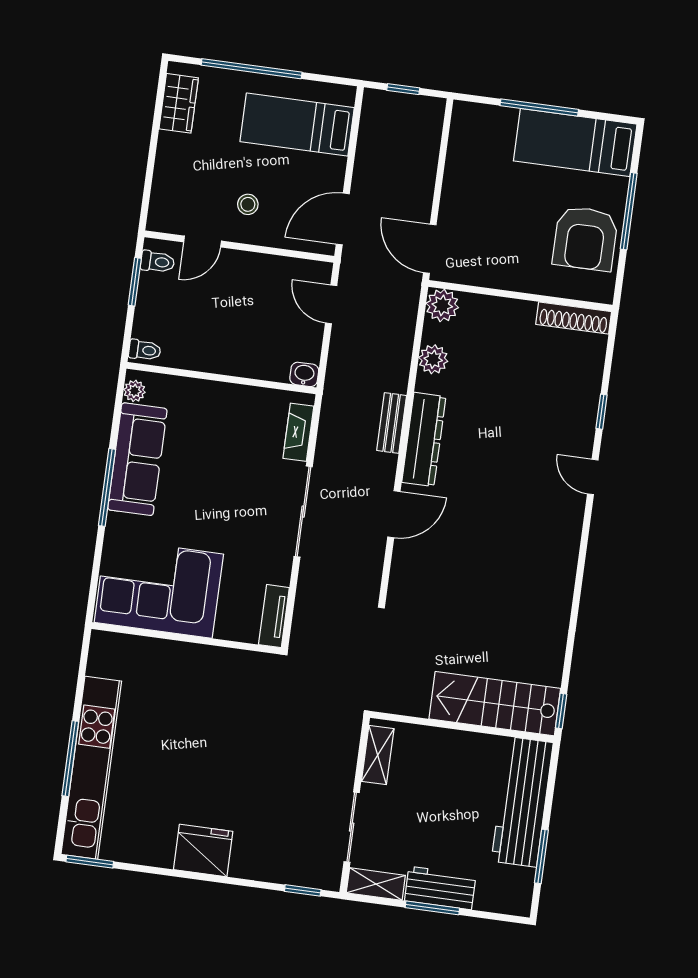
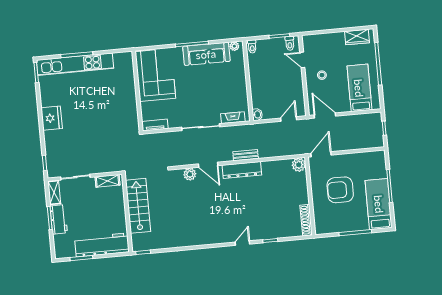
armchair: (585, 238) -> (340, 190), moved
plant: (433, 359) -> (190, 174), moved
stairs: (495, 704) -> (138, 206), moved

